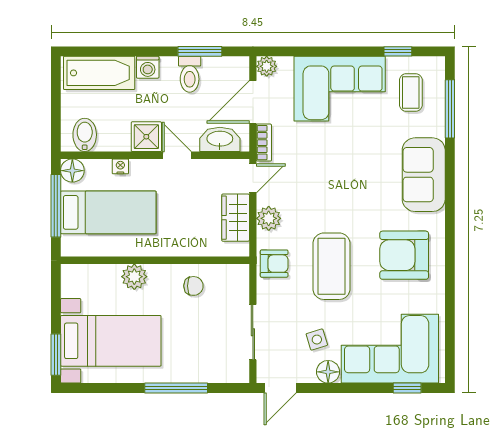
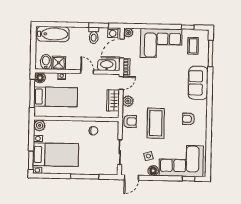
washing machine: (148, 67) -> (113, 33), moved
shower: (146, 137) -> (59, 63), moved
armchair: (404, 255) -> (189, 119), width x0.53, depth x0.53
plant: (134, 277) -> (40, 125), moved

